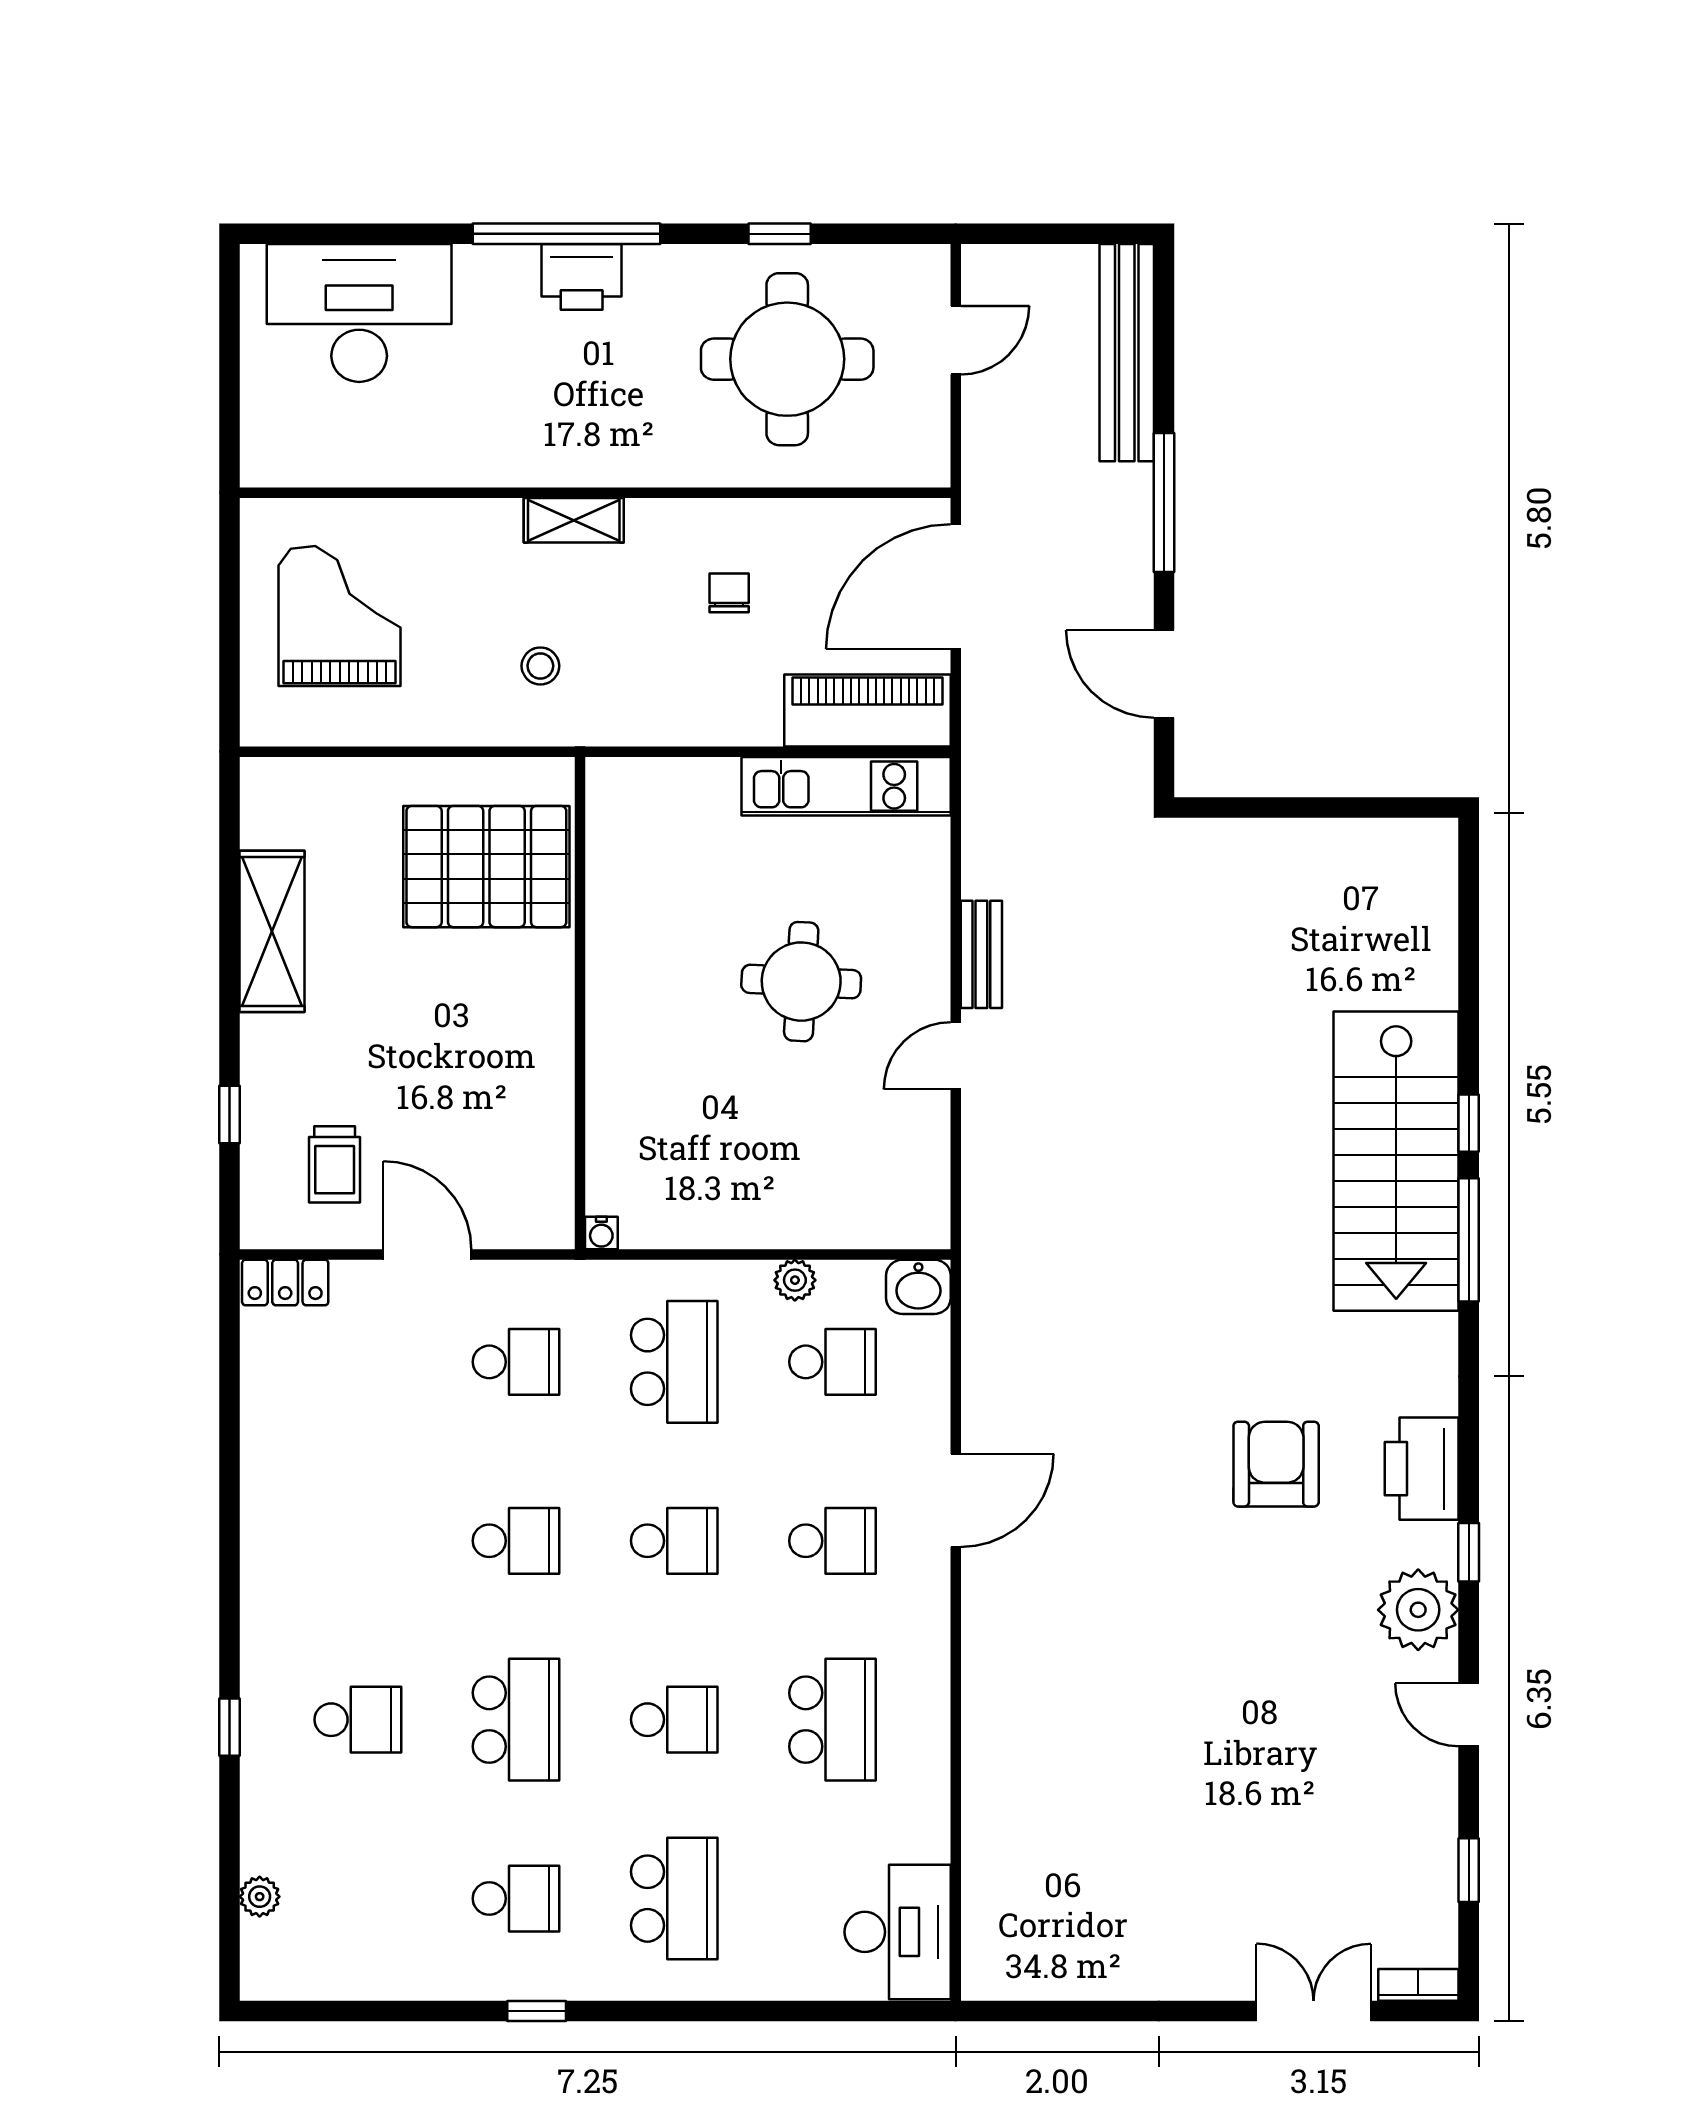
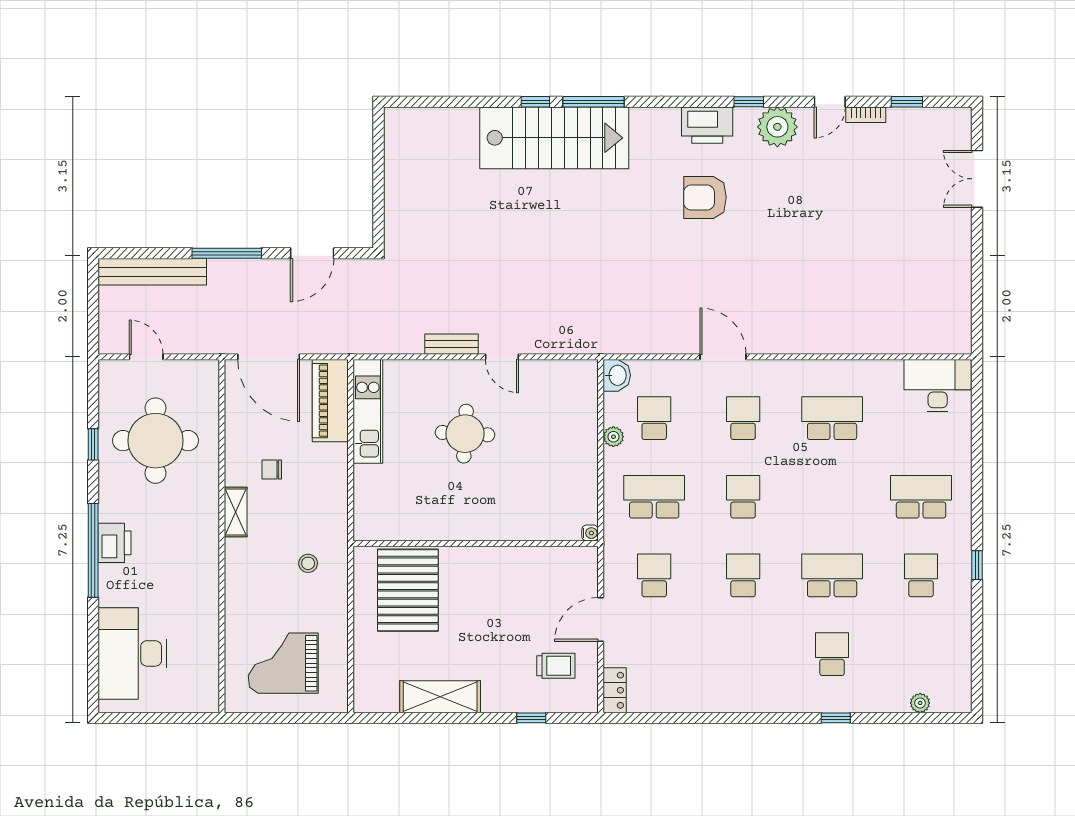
shelving: (574, 520) -> (236, 512), moved
school desk: (674, 1720) -> (832, 497), removed
bookcase: (1418, 1985) -> (866, 115), moved, turned -90

